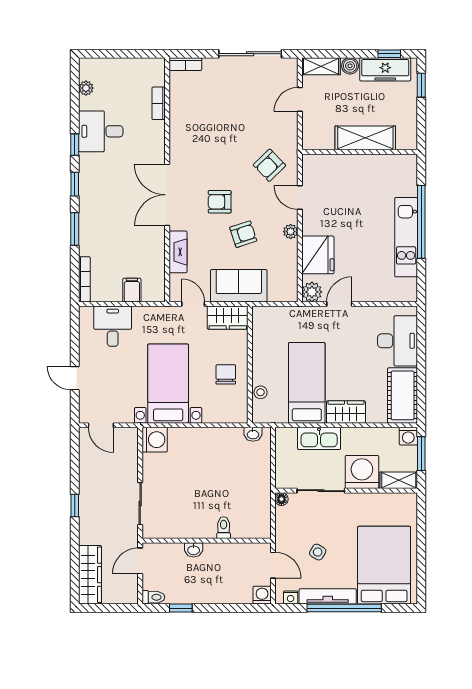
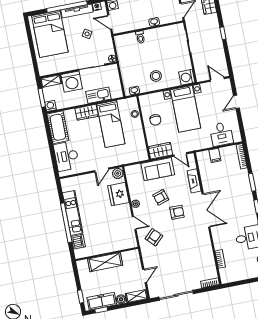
dishwasher: (406, 184) -> (78, 242), added
door: (75, 378) -> (236, 102), swing flipped
stool: (209, 453) -> (156, 76), added

